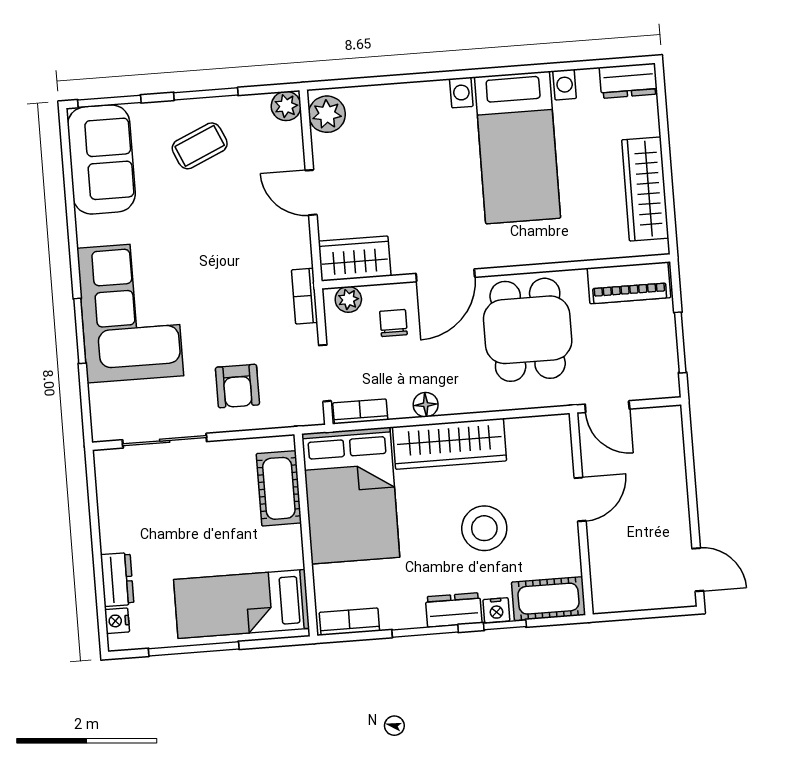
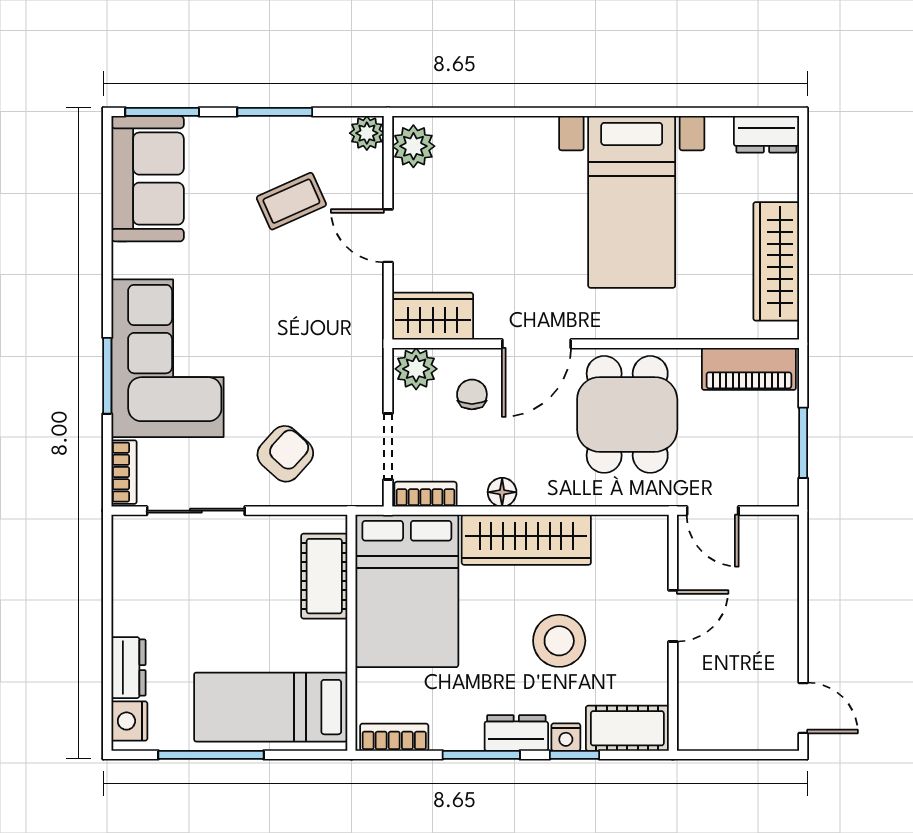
coffee table: (200, 146) -> (291, 201), moved
bookcase: (305, 296) -> (124, 472), moved, turned 180
plant: (348, 299) -> (416, 369), width x1.38, depth x1.38
armchair: (237, 386) -> (285, 454), turned -138
nightstand: (117, 621) -> (129, 721), width x1.39, depth x1.35

